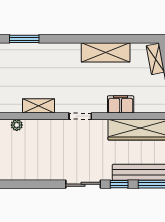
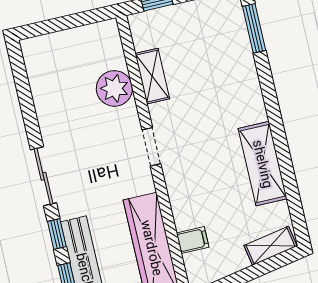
filing cabinet: (121, 104) -> (193, 240), moved, width x0.50
plant: (17, 125) -> (114, 88), moved, width x1.88, depth x1.88

